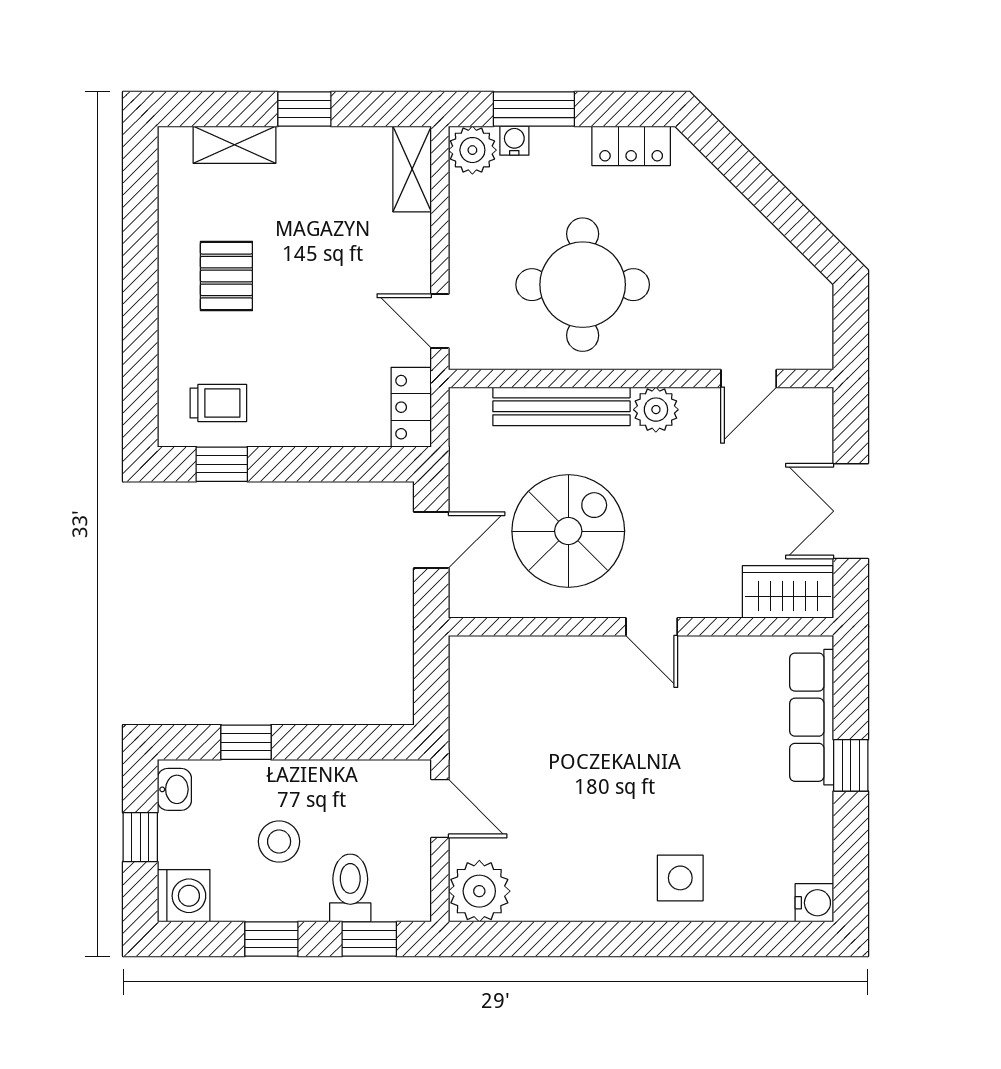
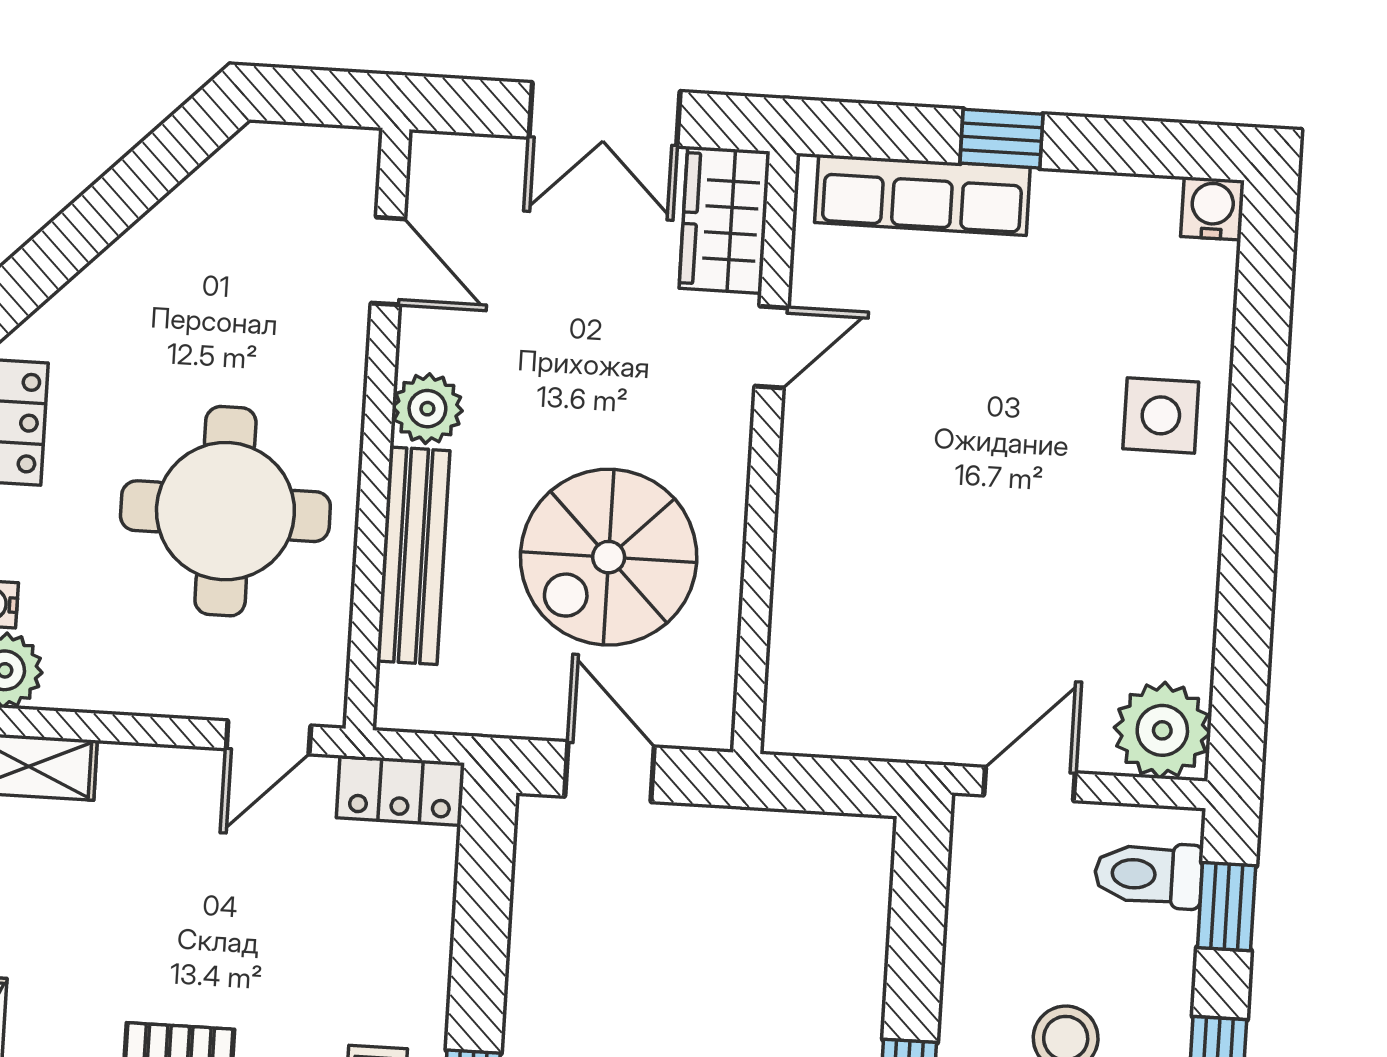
spiral stairs: (568, 531) -> (609, 557), turned -90
door: (652, 627) -> (771, 347), moved
toilet: (350, 888) -> (1148, 875), moved

